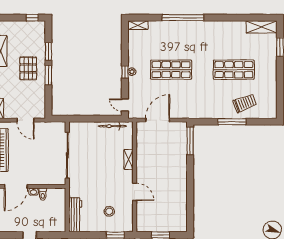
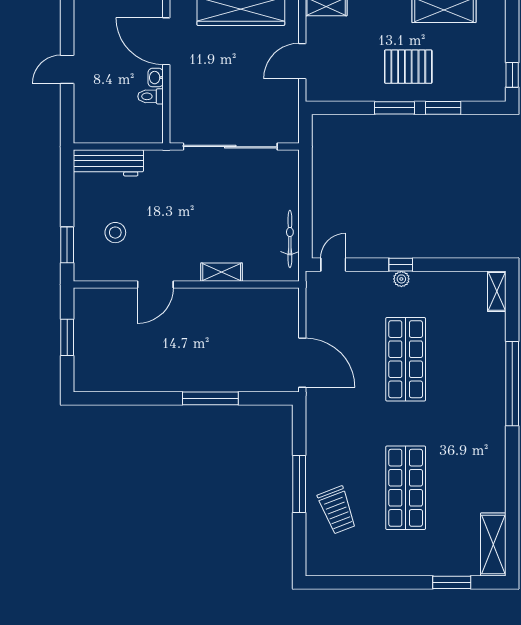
door: (158, 120) -> (302, 363), moved
window: (190, 141) -> (210, 398), moved

